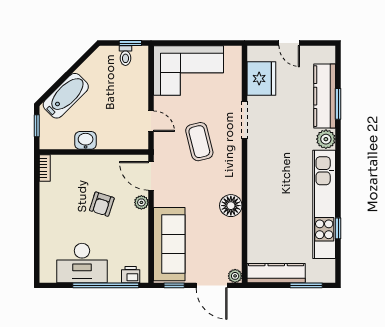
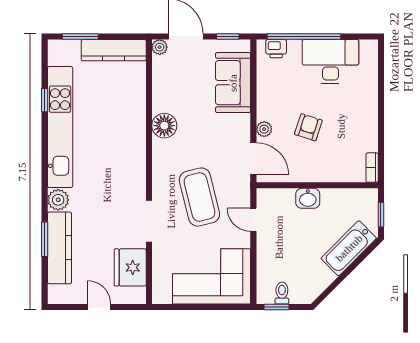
washbasin: (86, 140) -> (308, 198), moved
coffee table: (199, 142) -> (199, 197), width x1.36, depth x1.32
sofa: (169, 244) -> (233, 83), width x0.73

